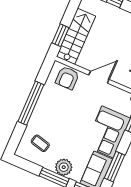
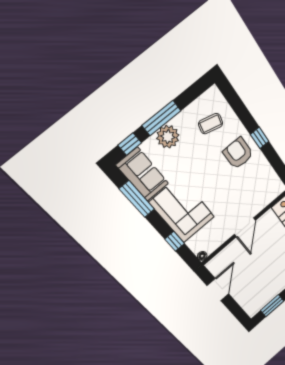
armchair: (67, 78) -> (238, 153), moved
window: (31, 103) -> (260, 138), width x0.32

